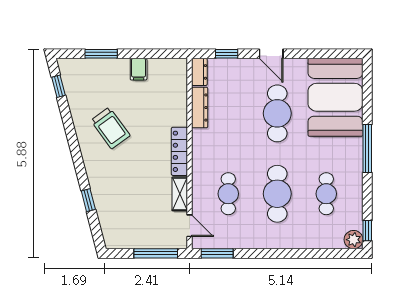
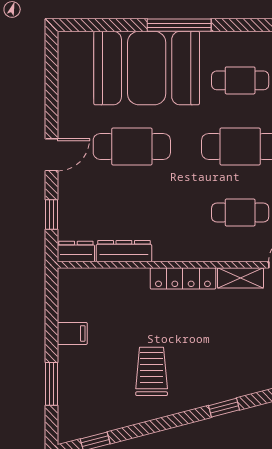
booth: (335, 97) -> (147, 68), moved
trolley: (110, 128) -> (152, 371), turned -54
window: (88, 200) -> (224, 408), moved

